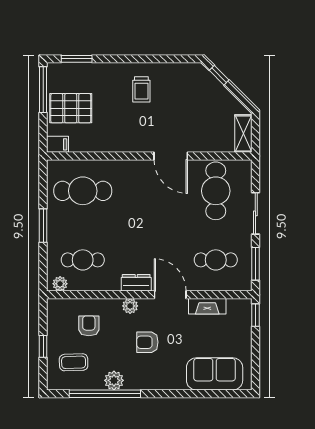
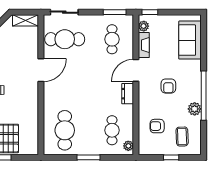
filing cabinet: (57, 144) -> (33, 148), removed
sliding door: (255, 213) -> (64, 12), moved
plant: (130, 306) -> (144, 26), moved
window: (105, 394) -> (204, 96), moved

